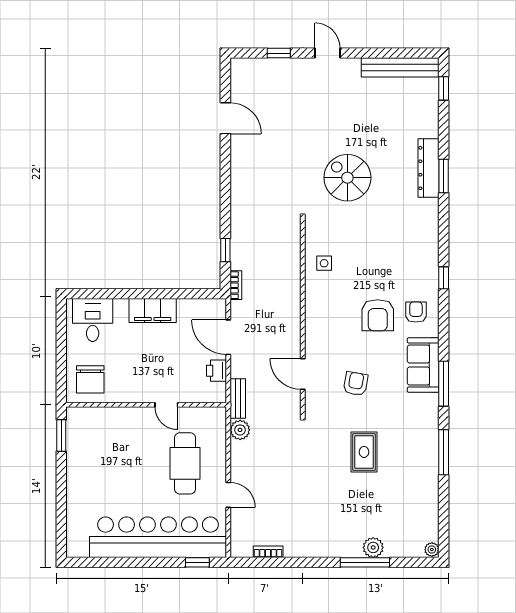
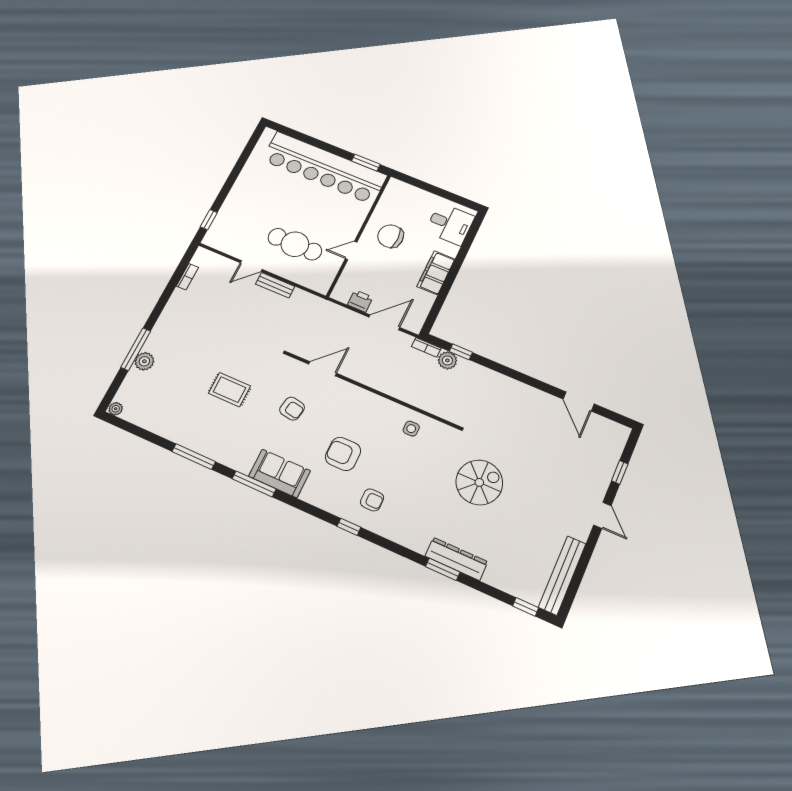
door: (328, 53) -> (602, 515), hinge flipped
door: (225, 118) -> (579, 401), hinge flipped
armchair: (416, 312) -> (372, 500), moved
chair: (90, 379) -> (391, 236), moved
bench: (238, 399) -> (275, 285), moved
plant: (240, 430) -> (447, 360), moved
bar counter: (158, 537) -> (324, 168), moved, turned 90

